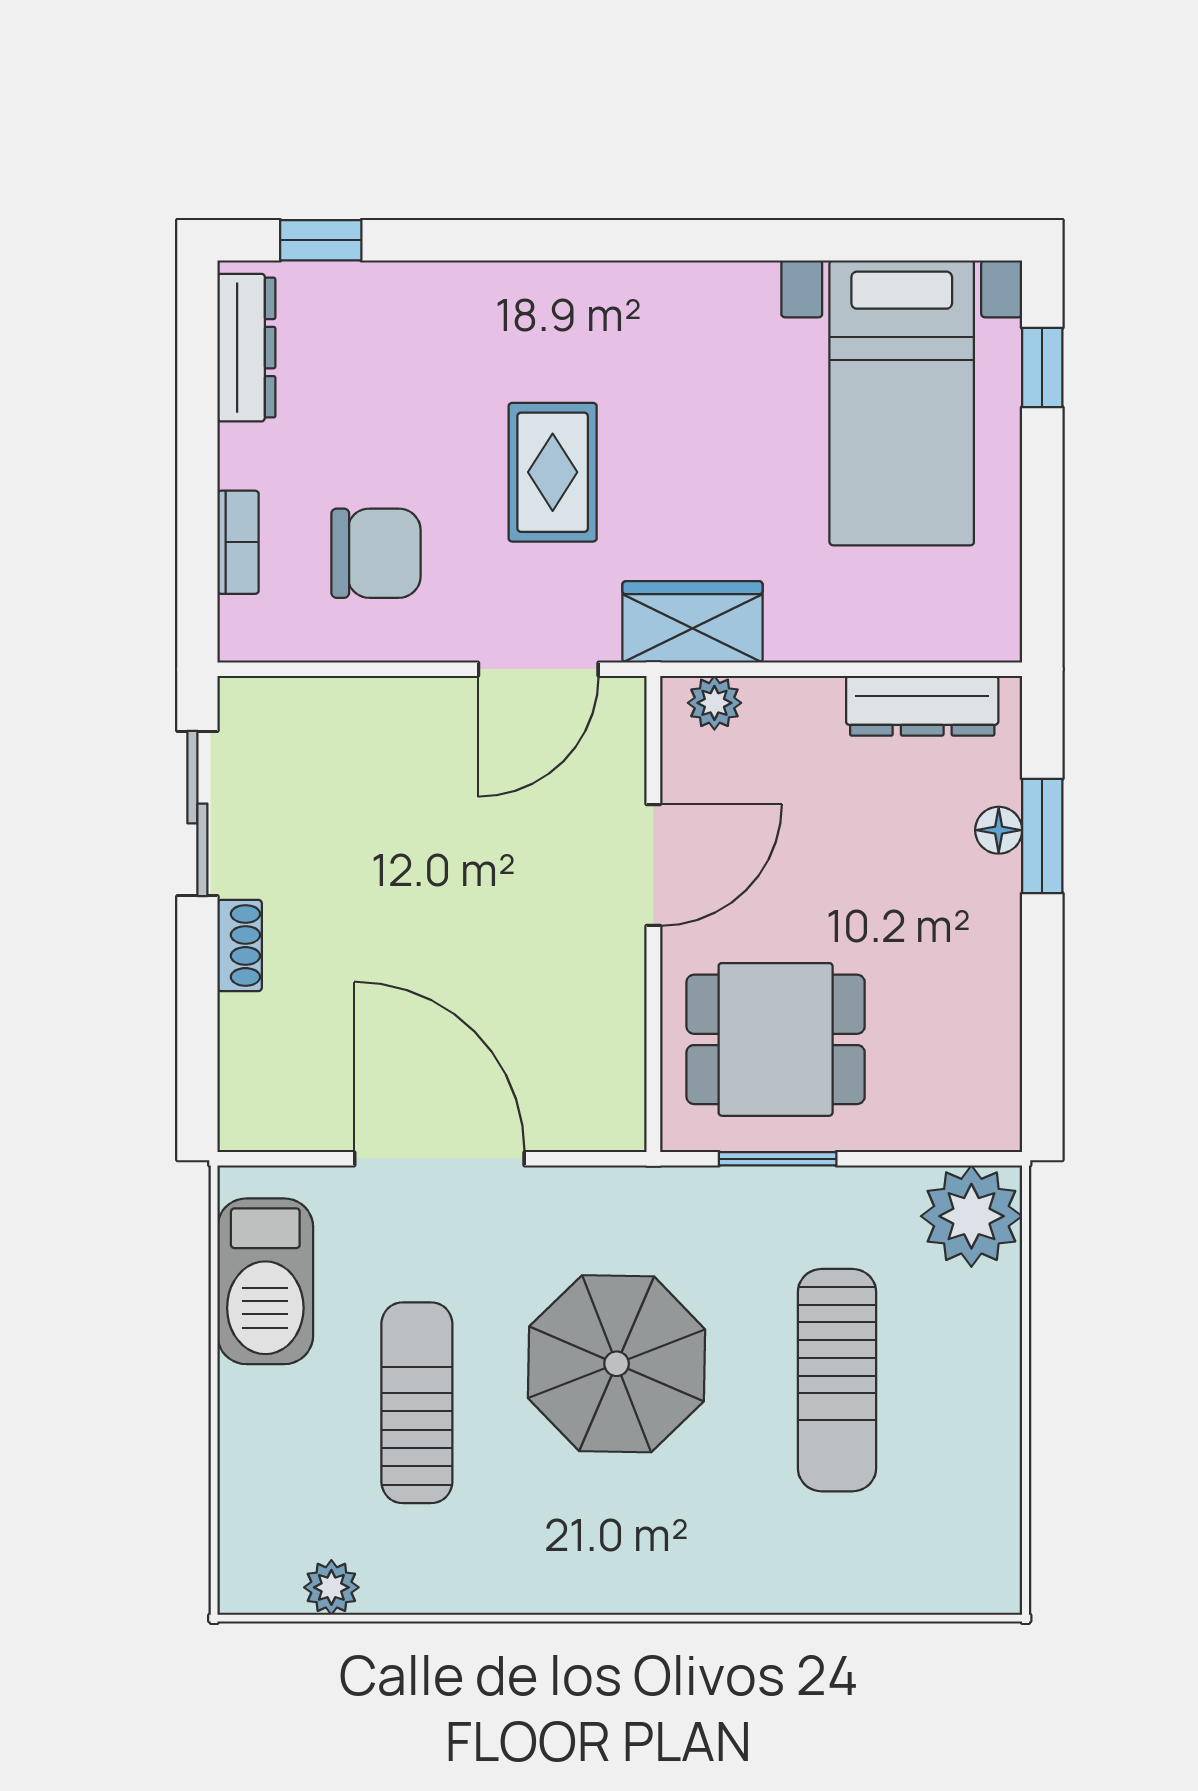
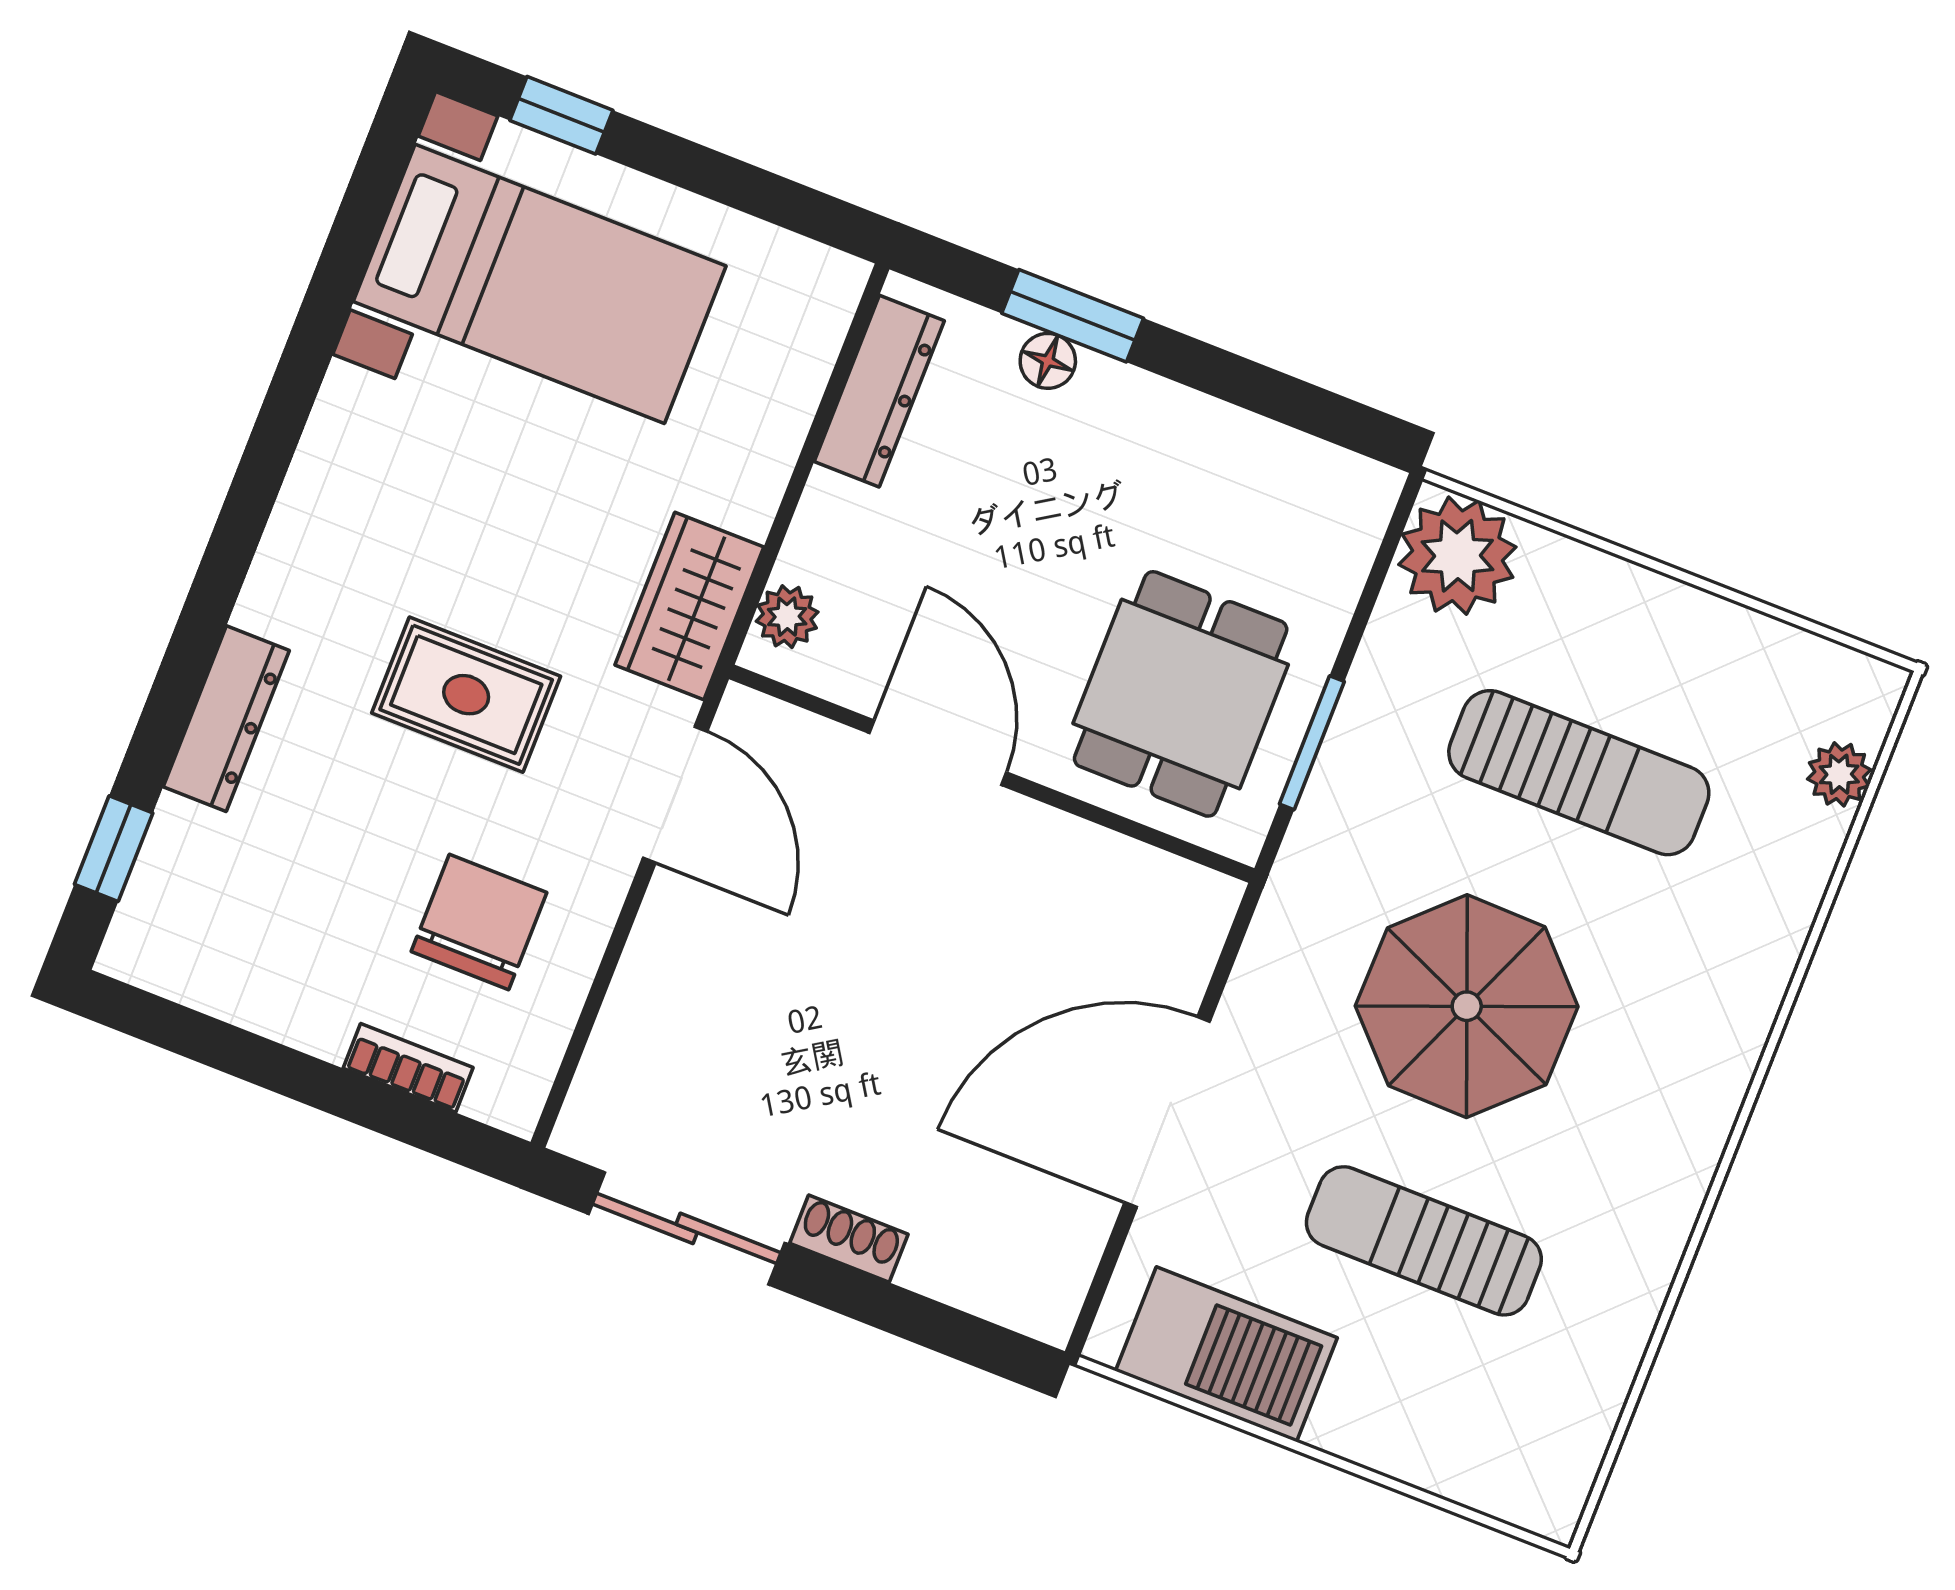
dresser: (246, 348) -> (226, 719), moved, turned 90
plant: (331, 1587) -> (1839, 774), moved

